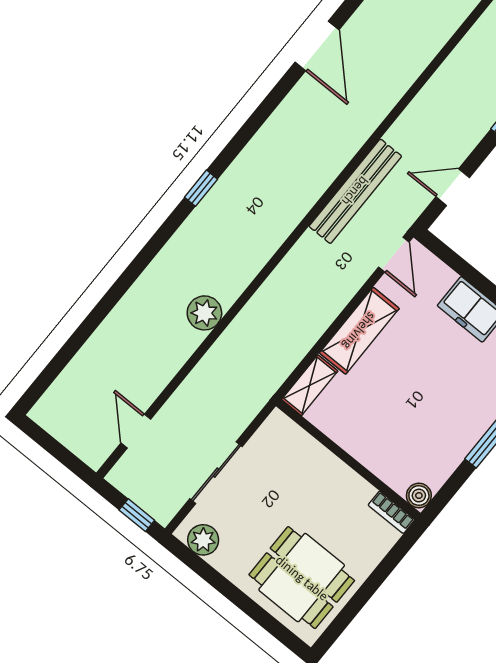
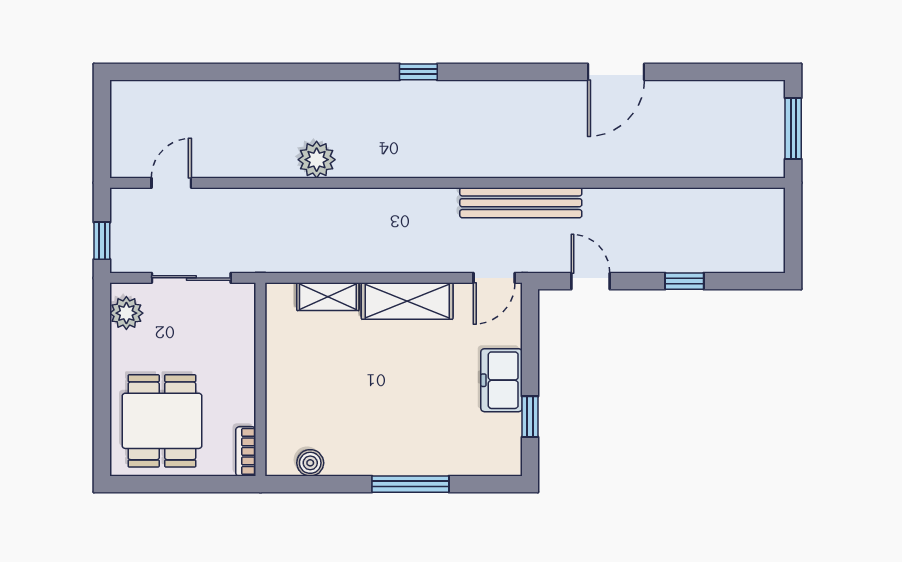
wall: (348, 460) -> (260, 379), moved
bookcase: (391, 512) -> (246, 451), moved

